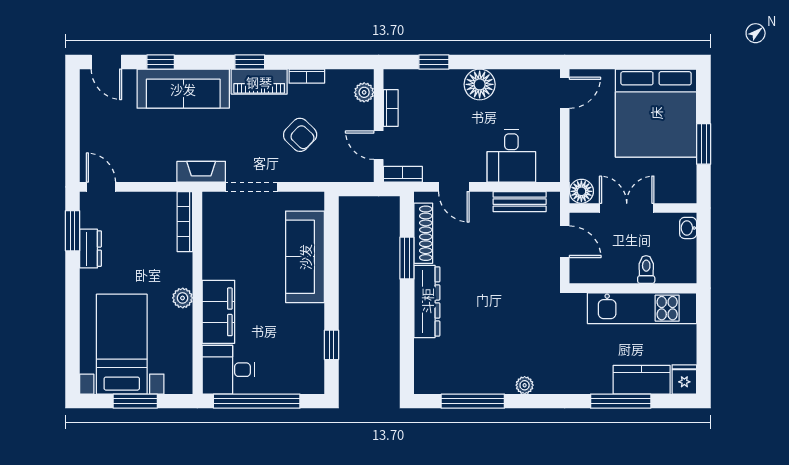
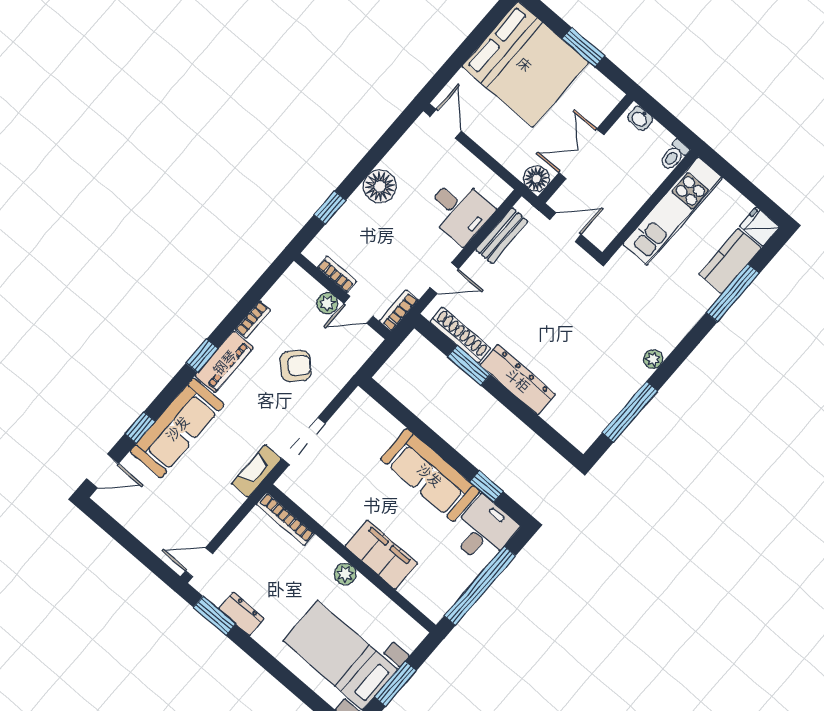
plant: (364, 92) -> (327, 303), moved
sofa: (305, 257) -> (430, 475), moved
toilet: (646, 269) -> (674, 155), moved, turned -90
desk: (228, 370) -> (483, 531), moved, turned 180

